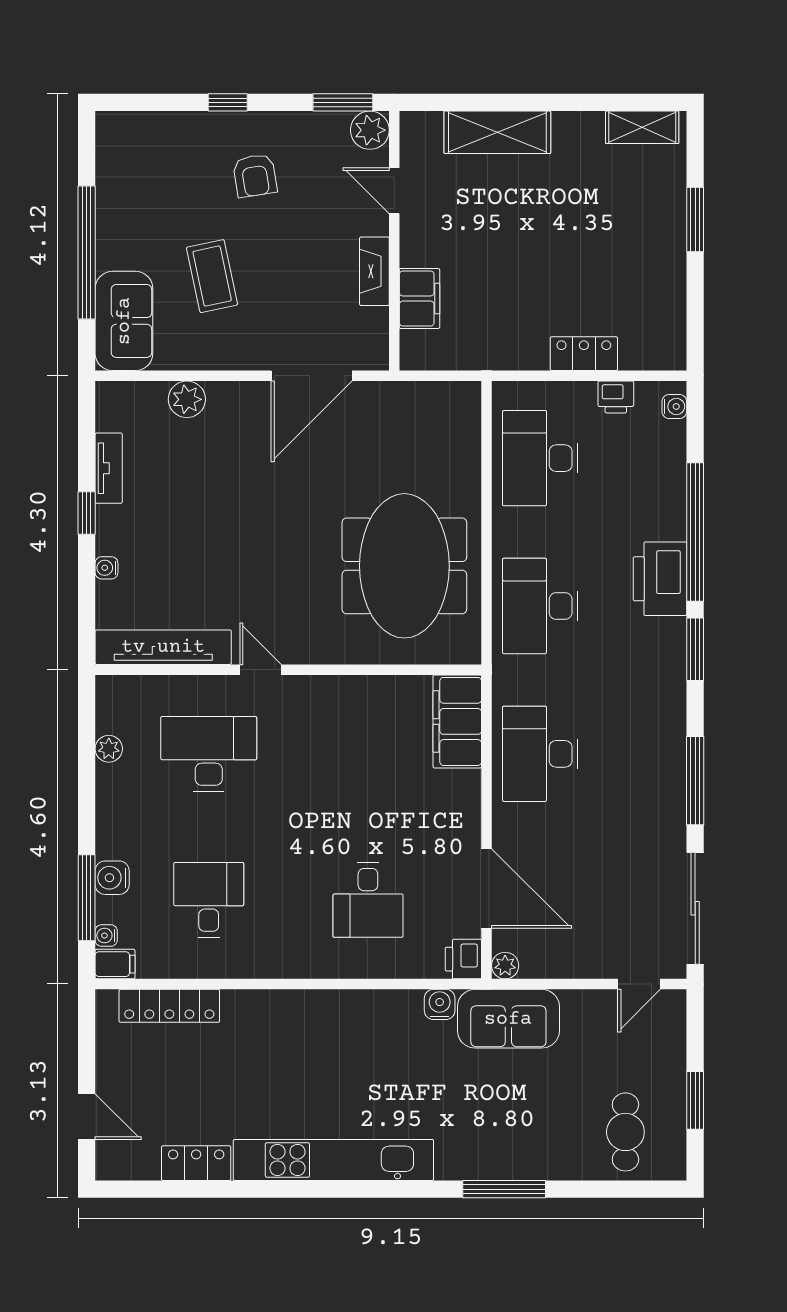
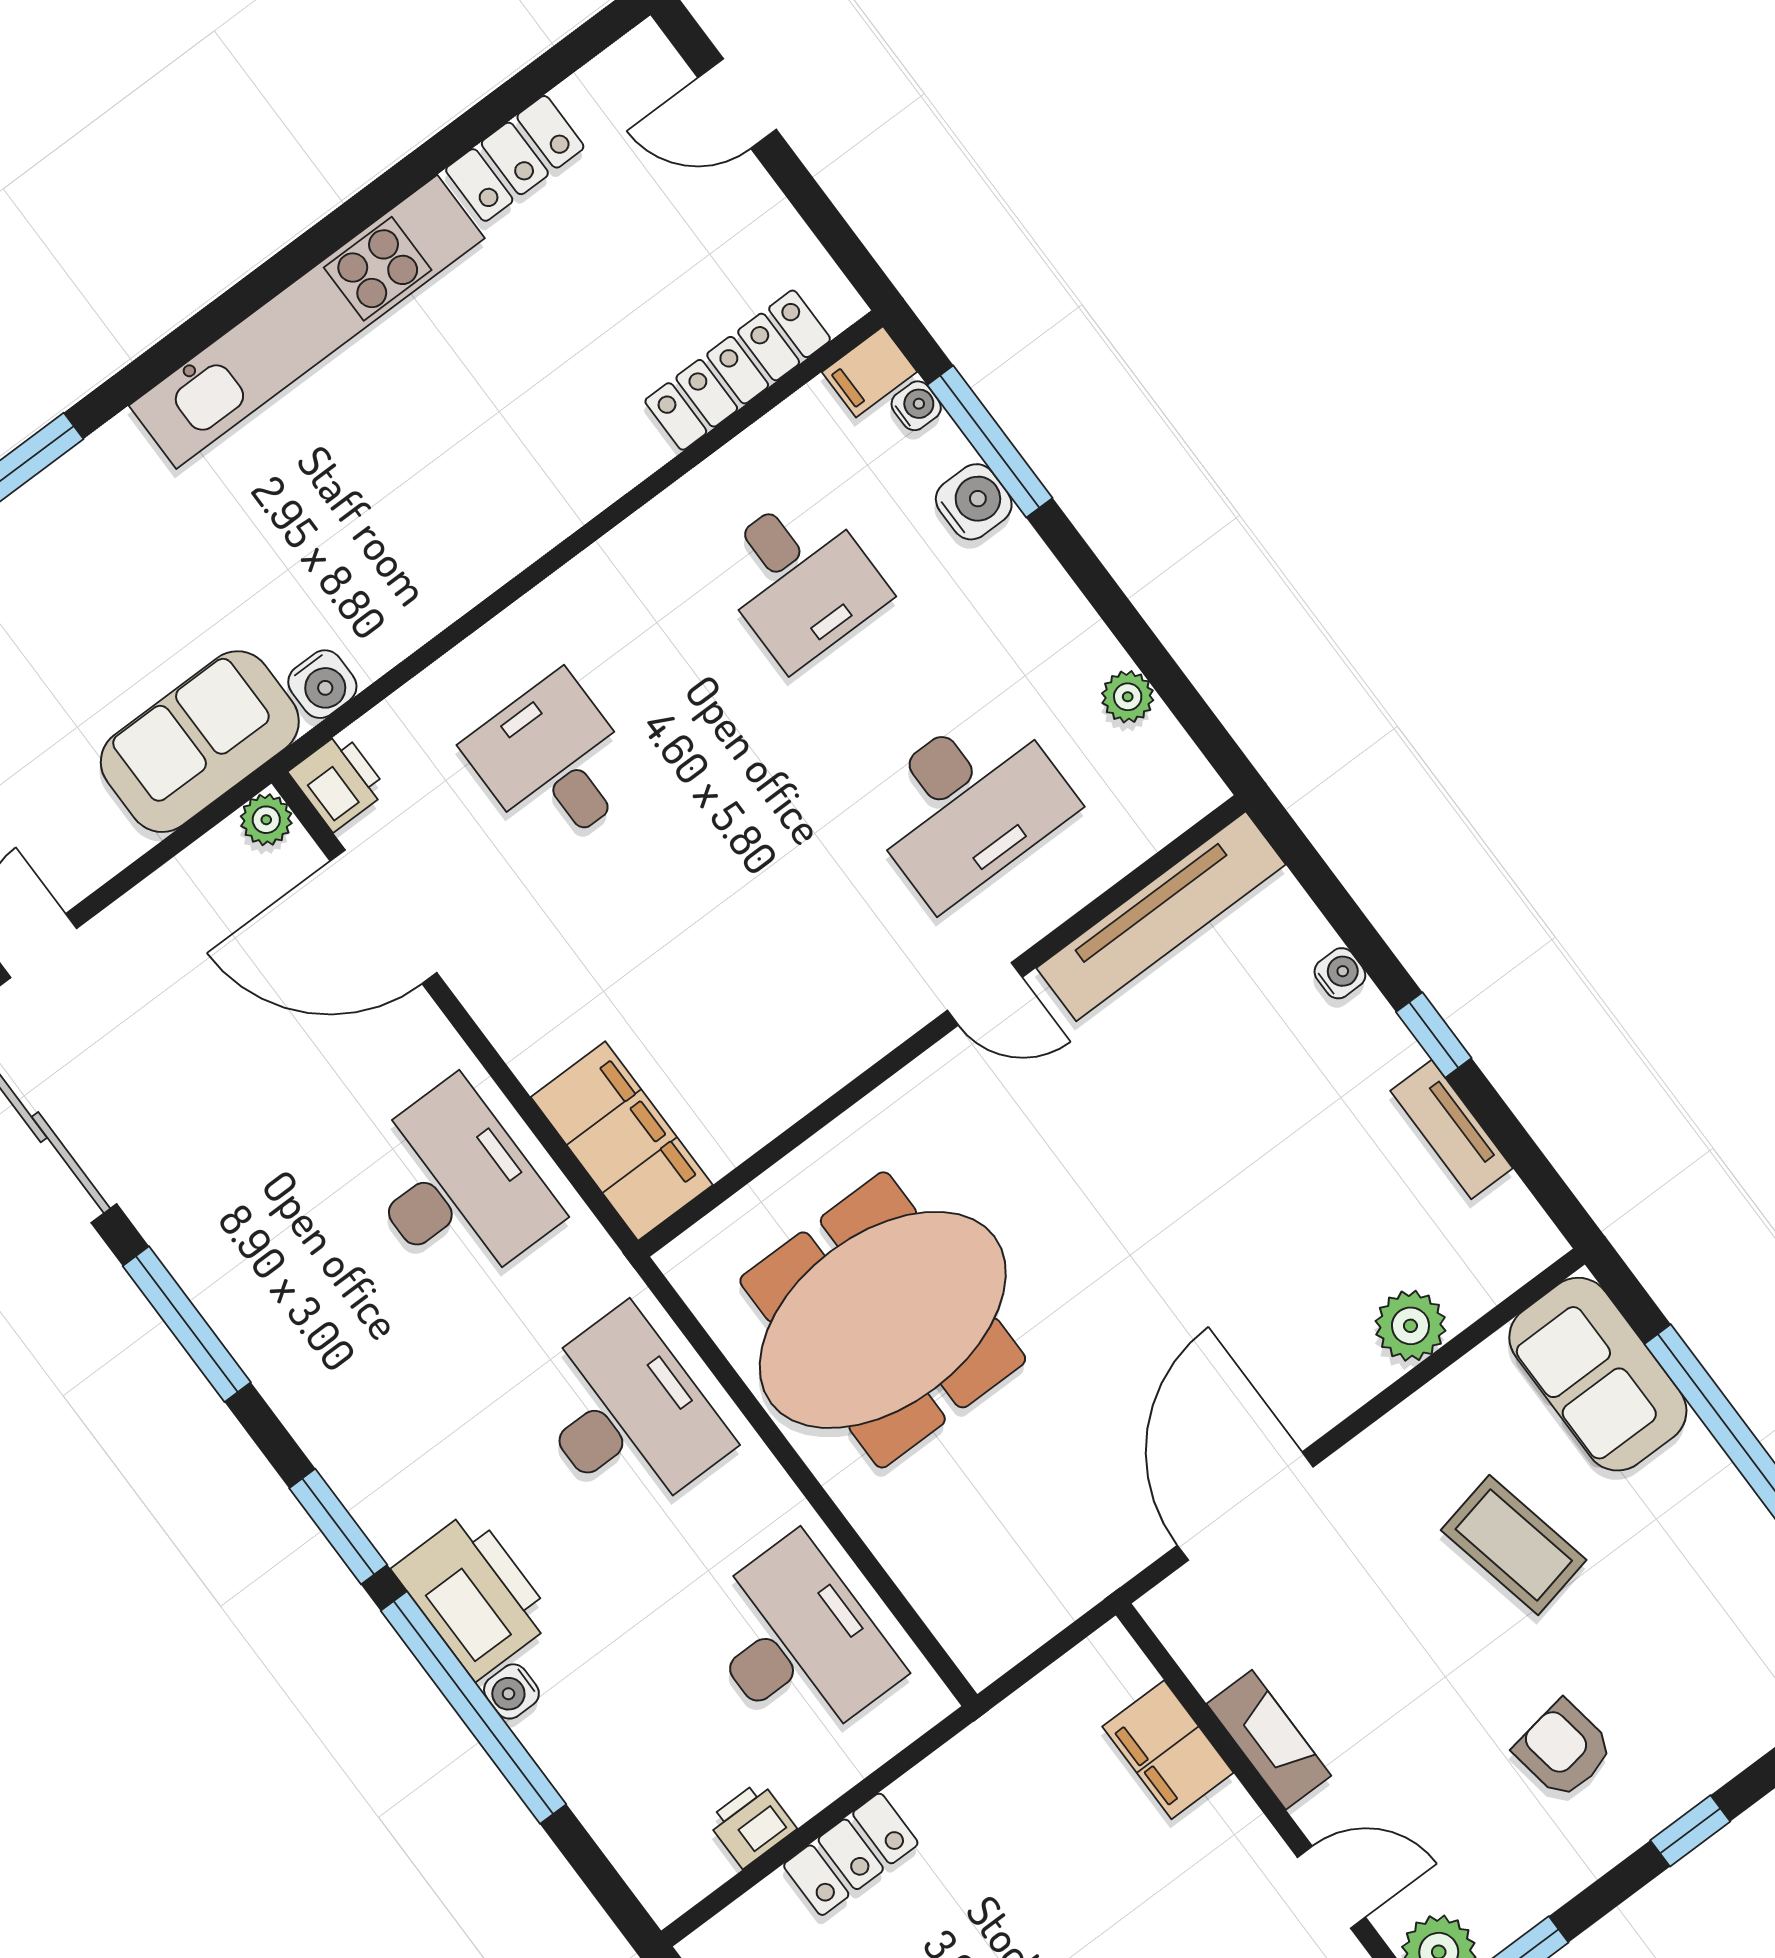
water cooler: (674, 406) -> (511, 1691), moved
meeting table: (404, 566) -> (883, 1320), turned 90

